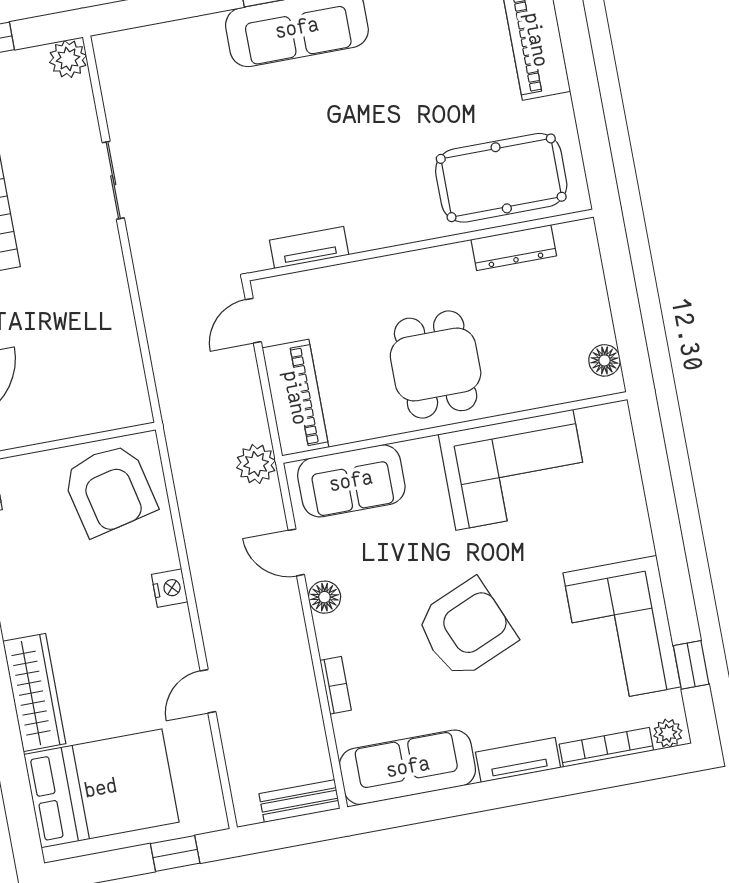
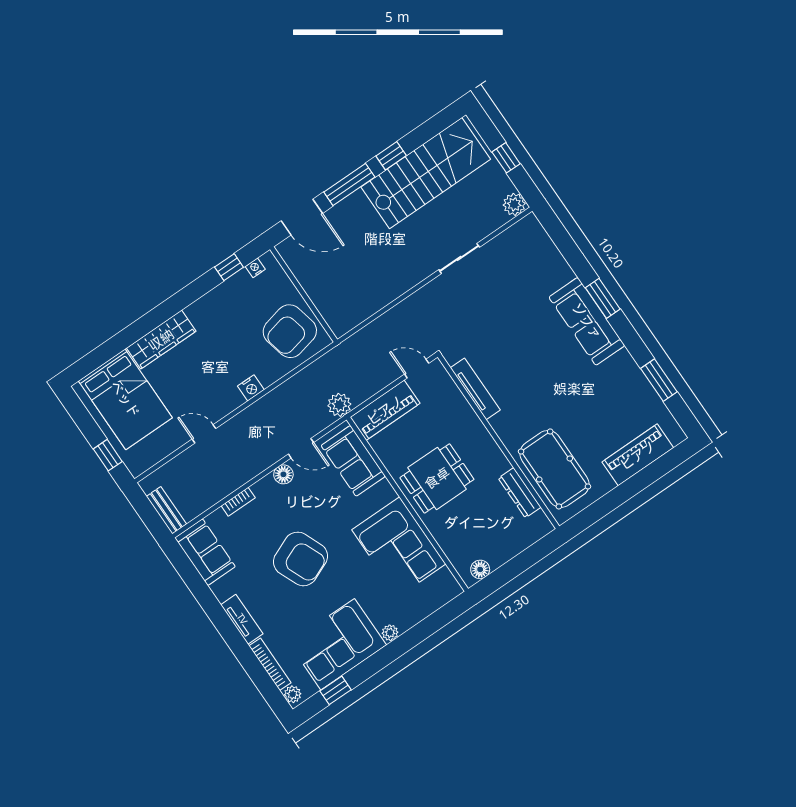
tv unit: (309, 247) -> (475, 389), width x1.41
plant: (640, 542) -> (390, 633), added
door: (296, 552) -> (301, 448), swing flipped
sofa: (408, 767) -> (205, 552), width x0.73

